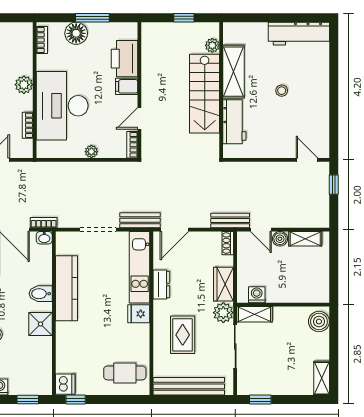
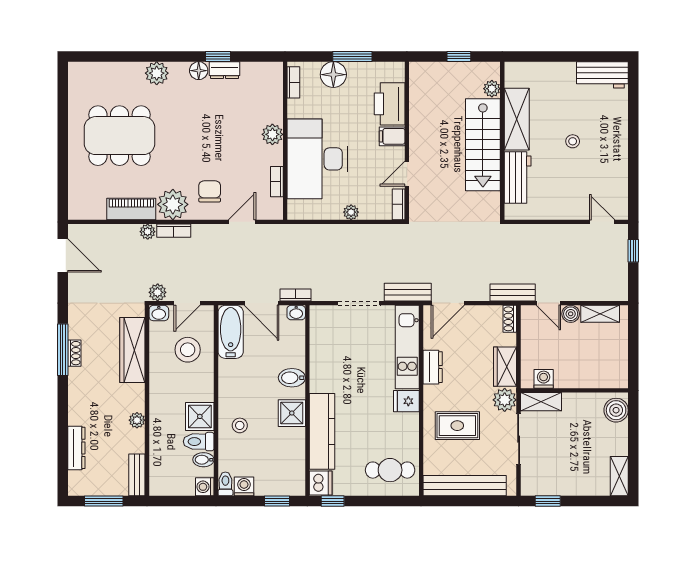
workbench: (299, 34) -> (602, 75), width x0.73
kitchen counter: (66, 288) -> (322, 431), moved
rug: (183, 335) -> (457, 426), turned 90

